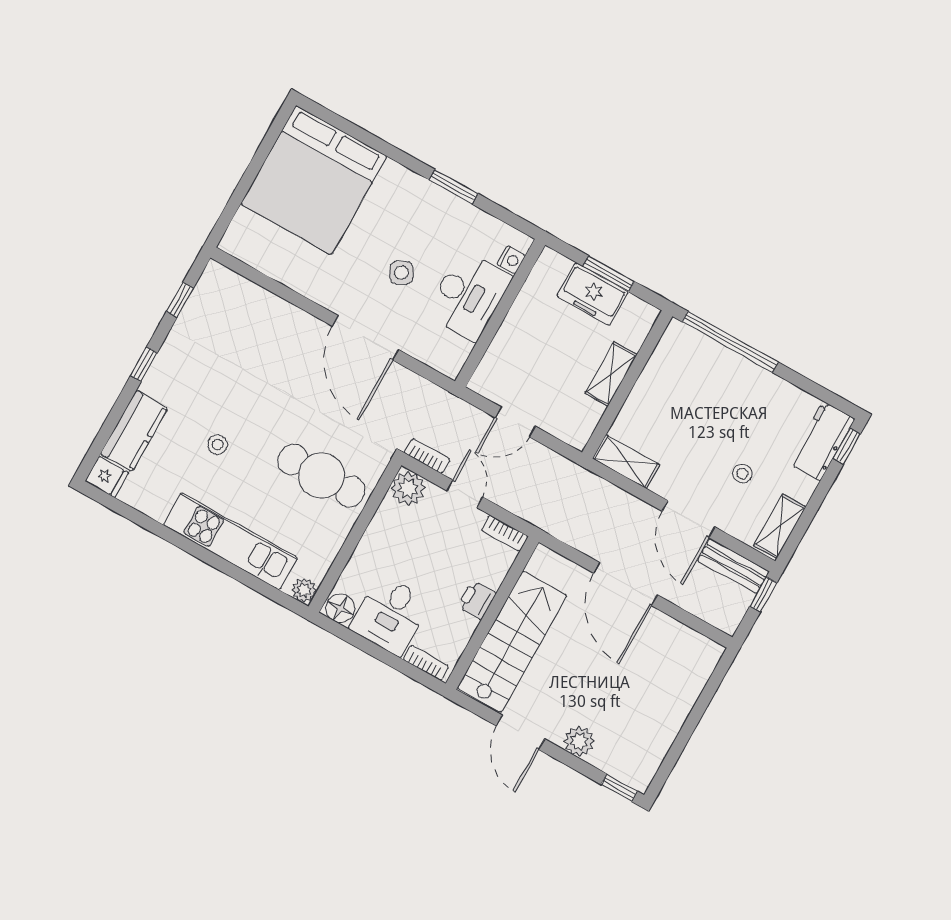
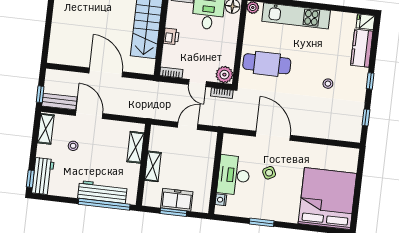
workbench: (724, 366) -> (102, 192), added
stool: (218, 445) -> (328, 84), moved
shelving: (626, 461) -> (136, 147), moved, turned 90

